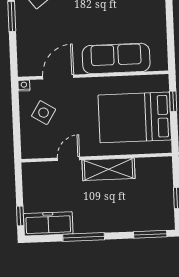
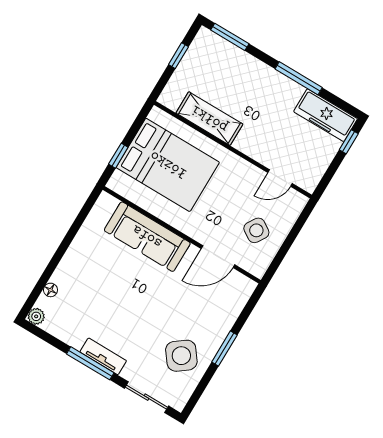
nightstand: (24, 86) -> (258, 271), removed
door: (69, 159) -> (280, 178), moved
shelving: (109, 169) -> (209, 119), moved

